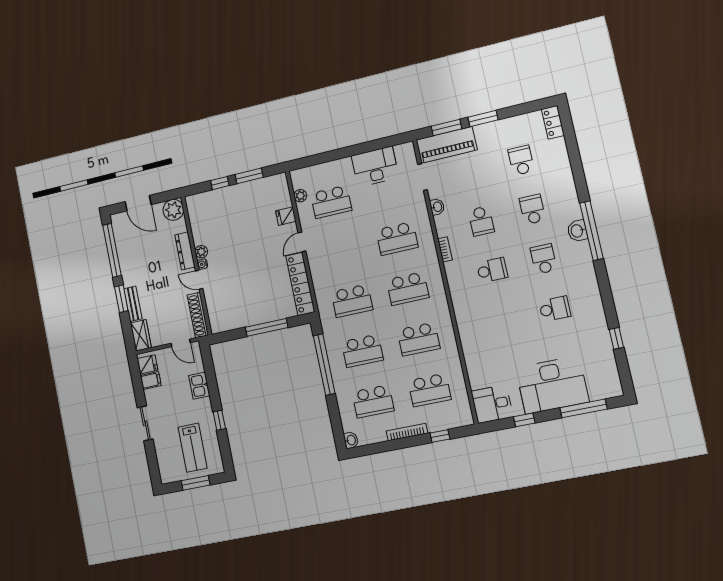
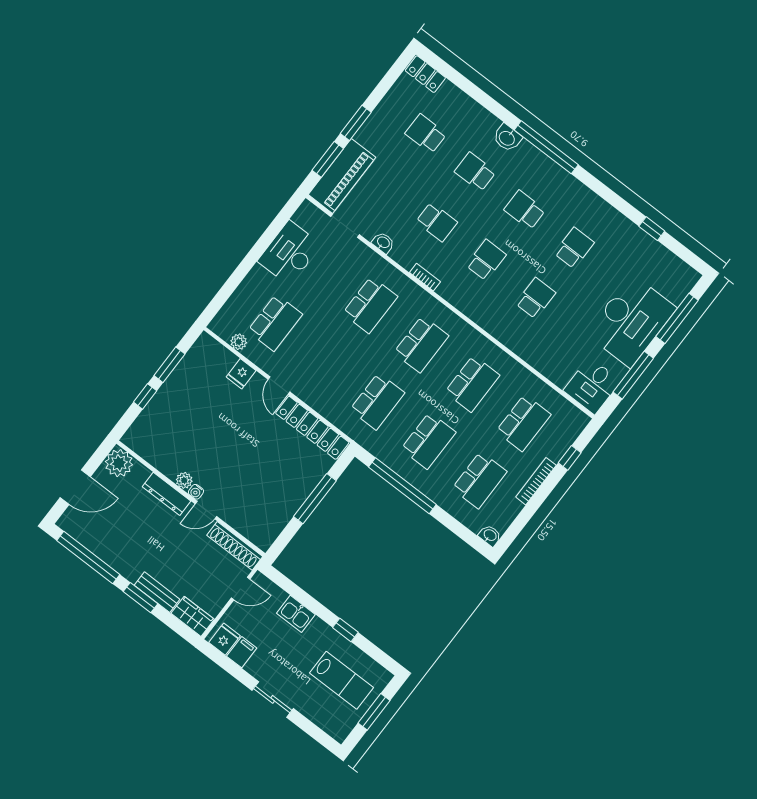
washbasin: (577, 231) -> (507, 138), moved
school desk: (503, 320) -> (535, 298), added
window: (524, 420) -> (633, 375), width x2.17

